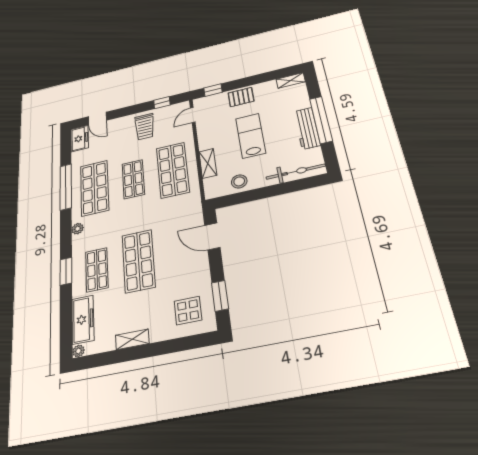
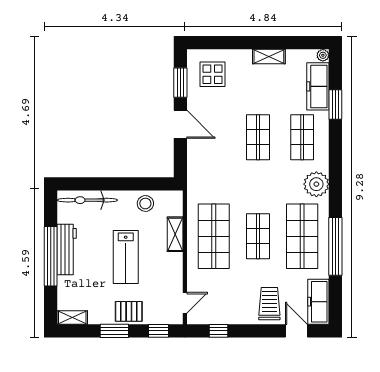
window: (251, 81) -> (114, 331), added
trolley: (145, 127) -> (269, 304), moved
freezer: (80, 139) -> (318, 302), width x1.40
plant: (78, 229) -> (316, 184), width x1.87, depth x1.87
door: (212, 236) -> (180, 124), moved
shop shelf: (138, 261) -> (258, 137), width x0.70, depth x0.74
window: (66, 271) -> (335, 105), moved

